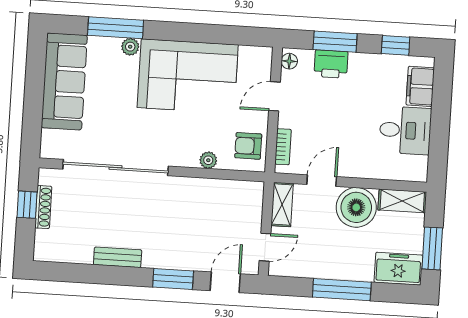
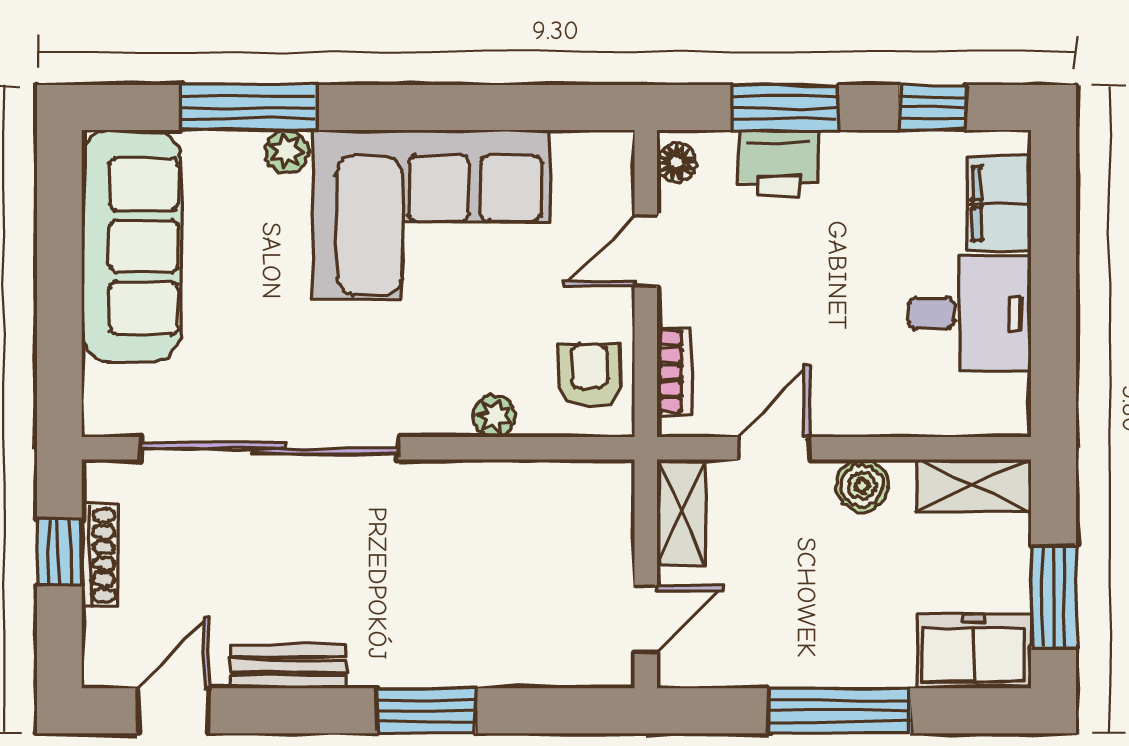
armchair: (248, 146) -> (589, 375), turned 90
boiler: (356, 207) -> (862, 486), width x0.54, depth x0.54
door: (225, 282) -> (173, 711), moved

